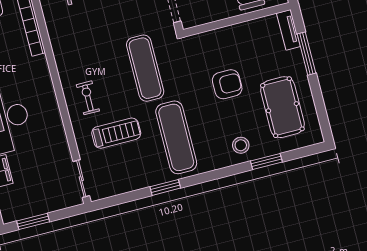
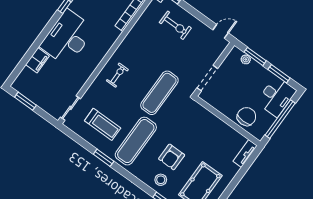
window: (306, 54) -> (240, 174), removed
armchair: (227, 84) -> (172, 157), moved, turned 90
treadmill: (116, 133) -> (103, 124), moved

